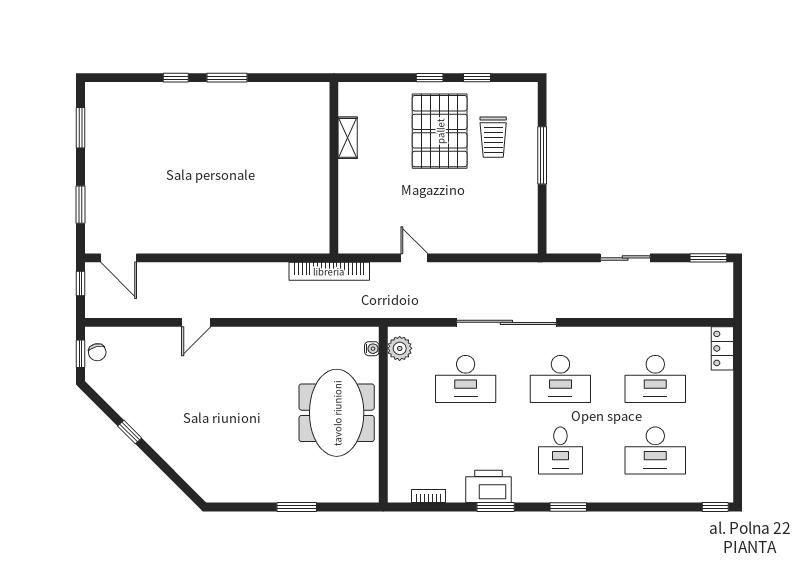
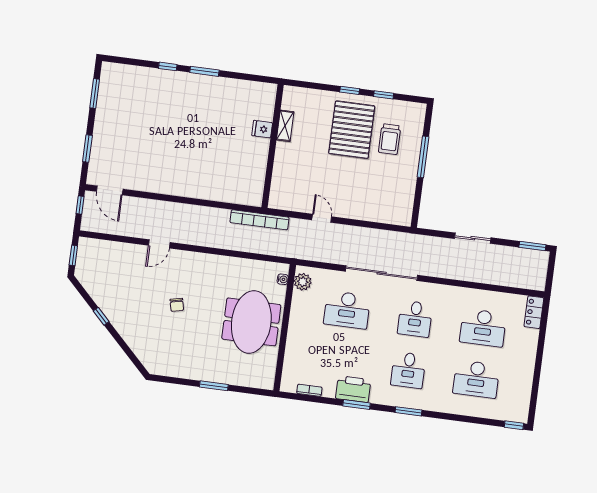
fridge: (317, 146) -> (262, 129), added
chair: (97, 352) -> (177, 305), moved
desk: (560, 379) -> (415, 319), width x0.73

